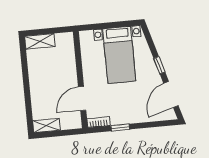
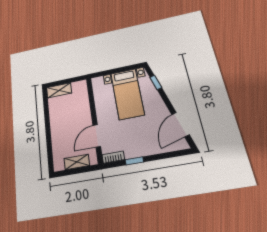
window: (159, 65) -> (156, 82), moved
shelving: (46, 126) -> (77, 162), moved

